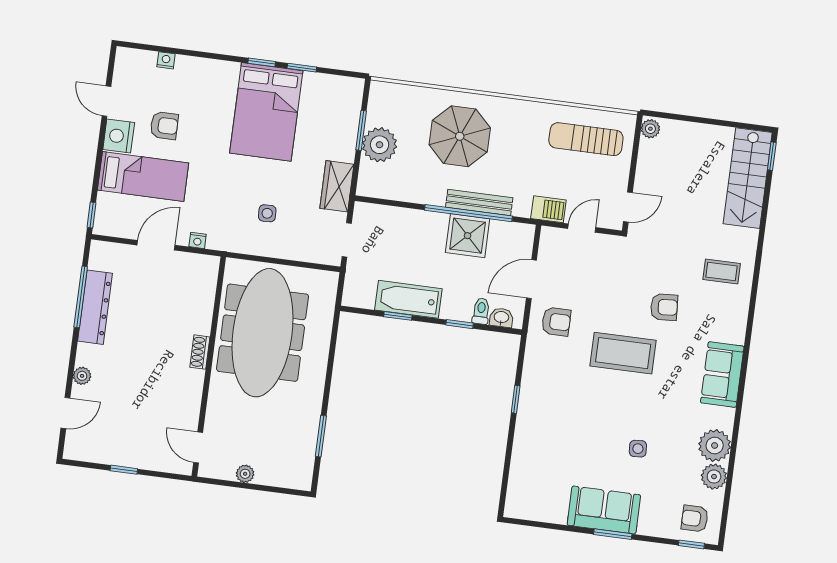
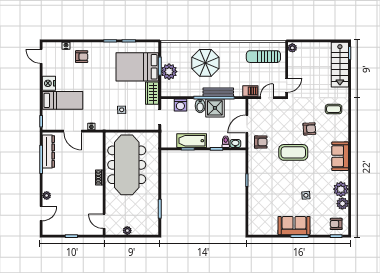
door: (106, 101) -> (41, 56), moved
bed: (266, 112) -> (137, 67), moved, turned 90
armchair: (164, 126) -> (82, 57), moved
washing machine: (395, 220) -> (180, 105), added
bidet: (436, 227) -> (200, 106), added
door: (156, 245) -> (73, 131), swing flipped
dresser: (95, 307) -> (48, 151), moved

